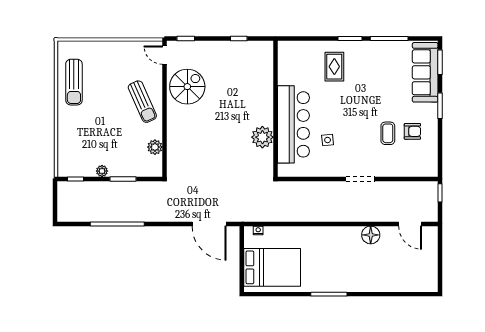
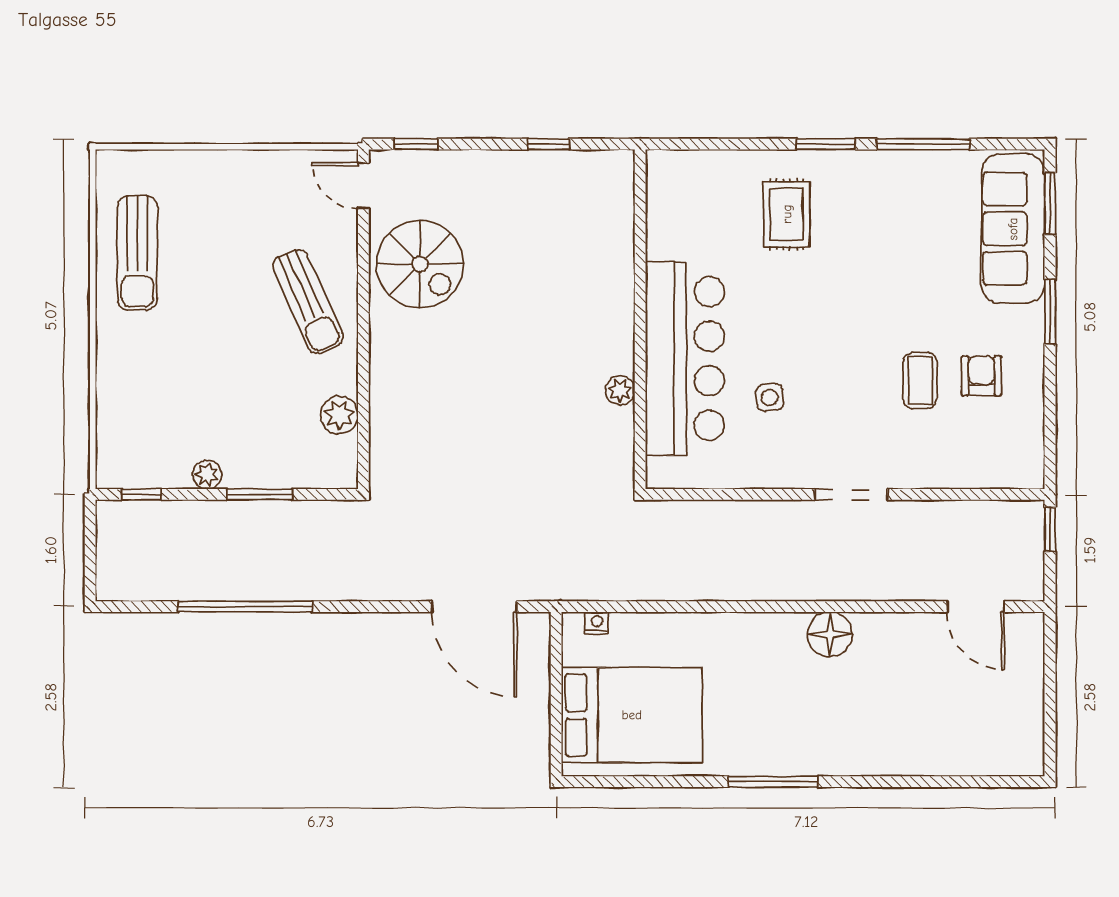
spiral stairs: (187, 87) -> (420, 264), turned 90
armchair: (412, 131) -> (981, 376), turned -90
plant: (262, 137) -> (620, 390), width x0.53, depth x0.53
floor lamp: (371, 235) -> (830, 634), moved

